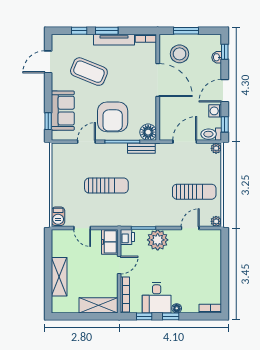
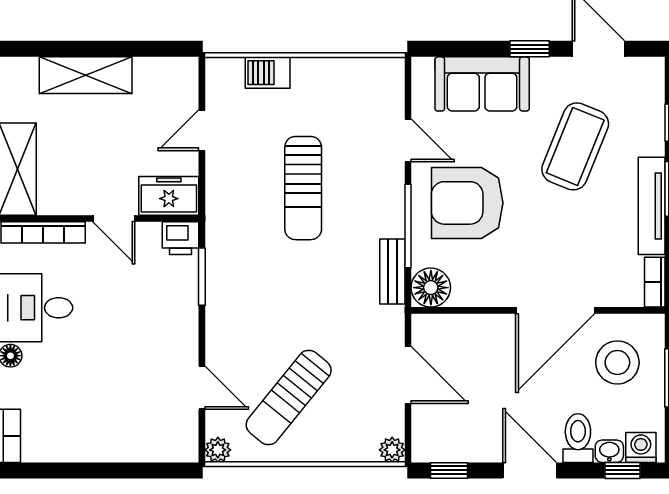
washing machine: (215, 111) -> (641, 447), moved
window: (48, 121) -> (530, 49), moved
toilet: (211, 134) -> (578, 438), moved
sun lounger: (194, 192) -> (289, 397), turned 39
barbecue: (58, 216) -> (268, 73), moved
plant: (158, 240) -> (174, 310), removed

